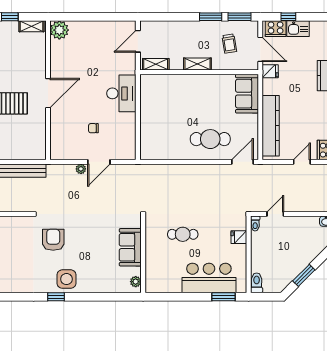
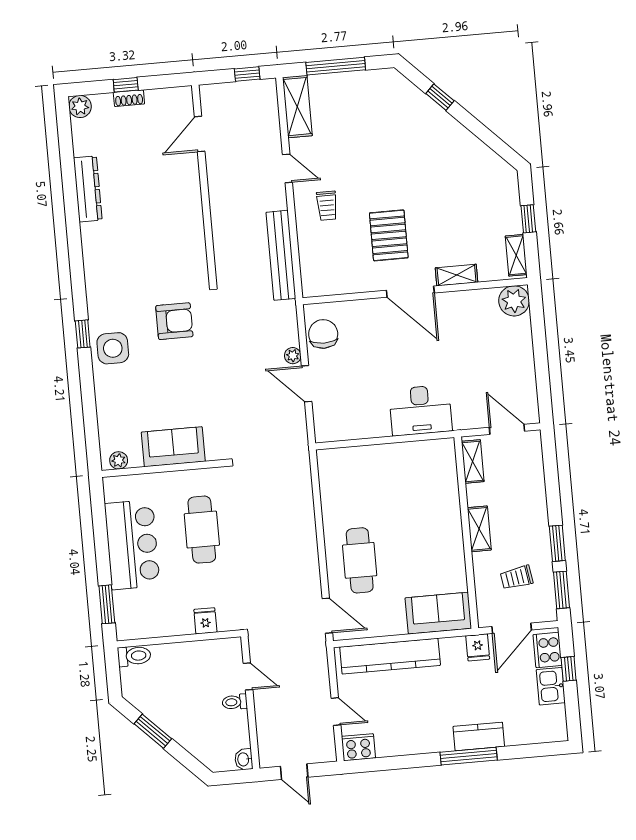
shelving: (40, 64) -> (457, 275), added
chair: (93, 128) -> (323, 334), moved, width x1.87, depth x1.87
toilet: (255, 224) -> (235, 702), moved
cafe table: (183, 234) -> (202, 530), width x1.37, depth x1.35
bar counter: (209, 278) -> (132, 545), moved

